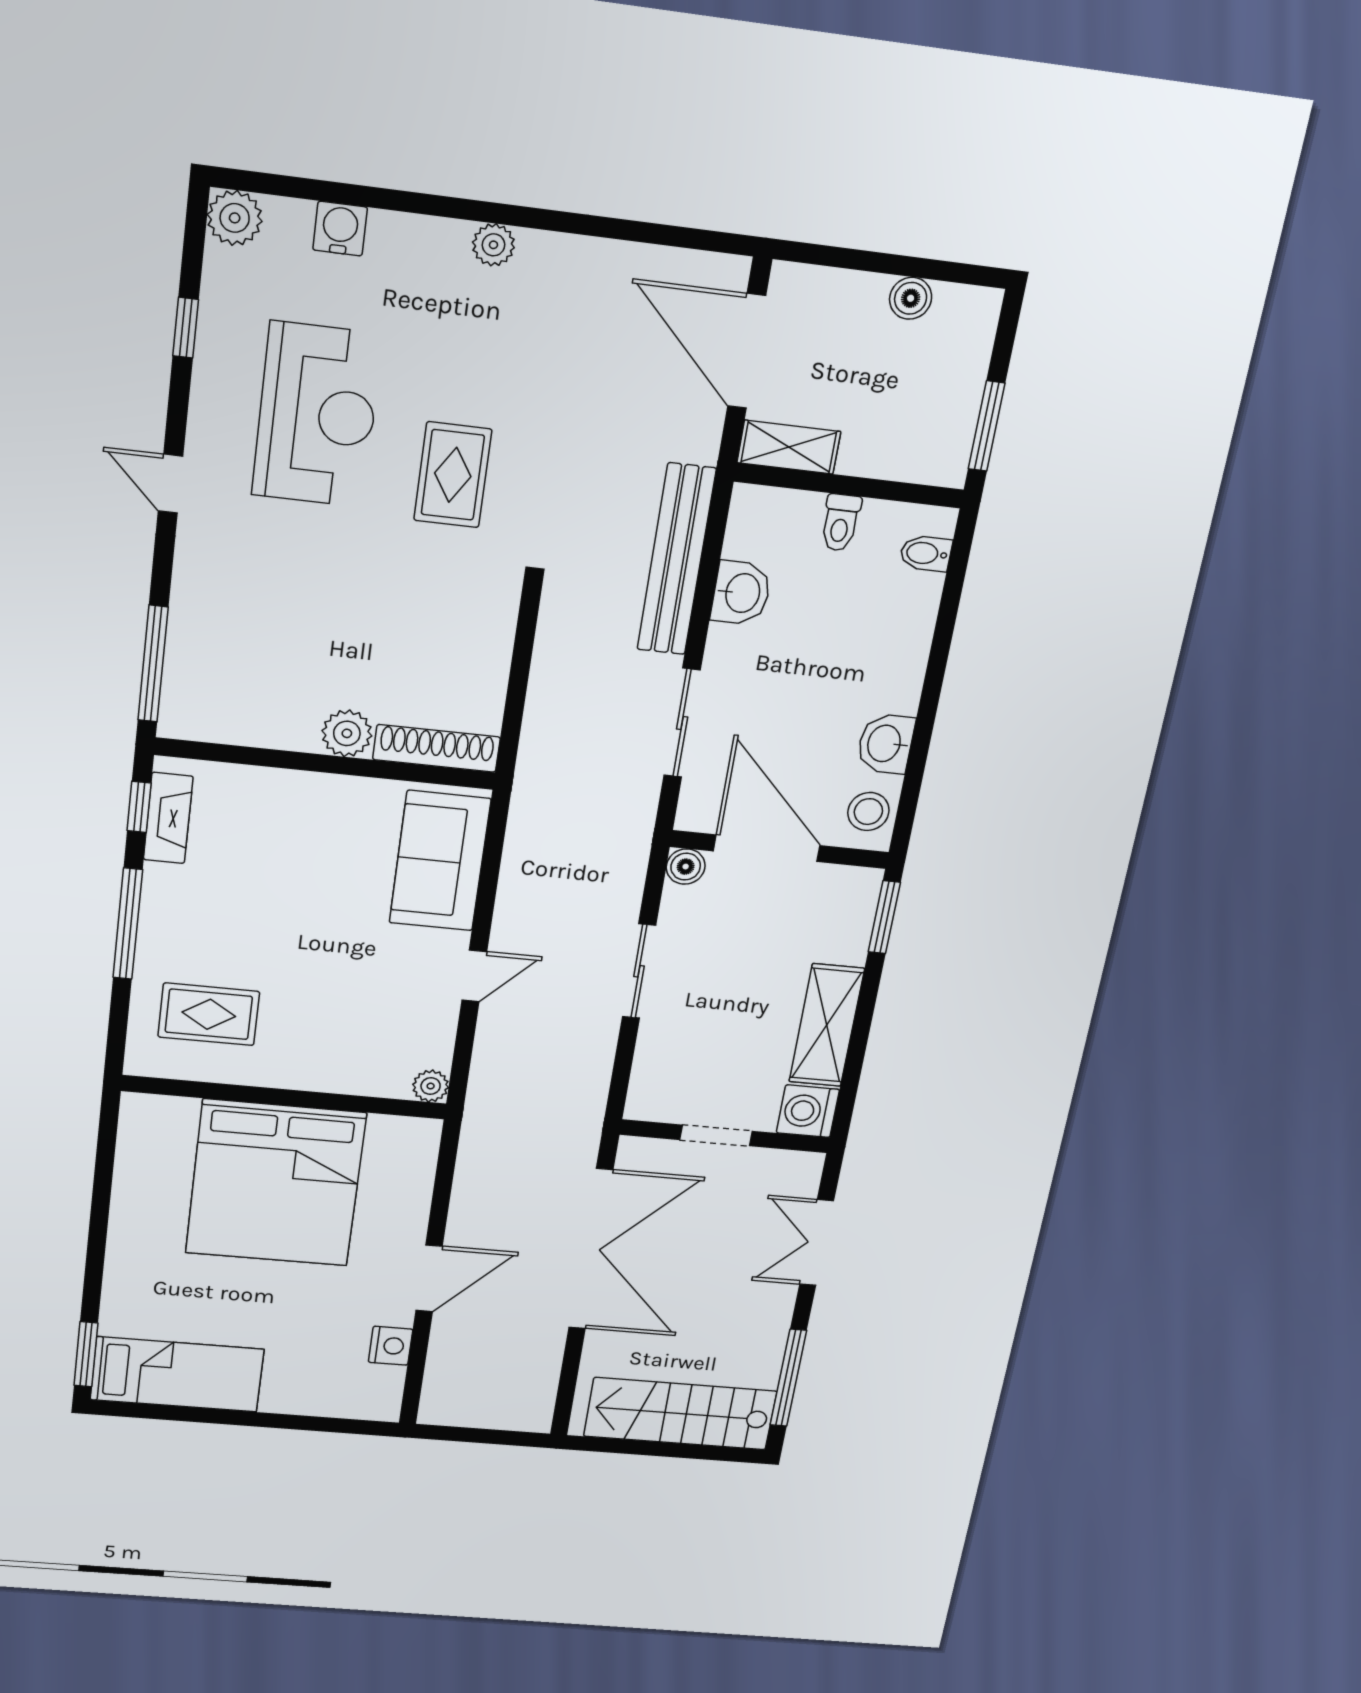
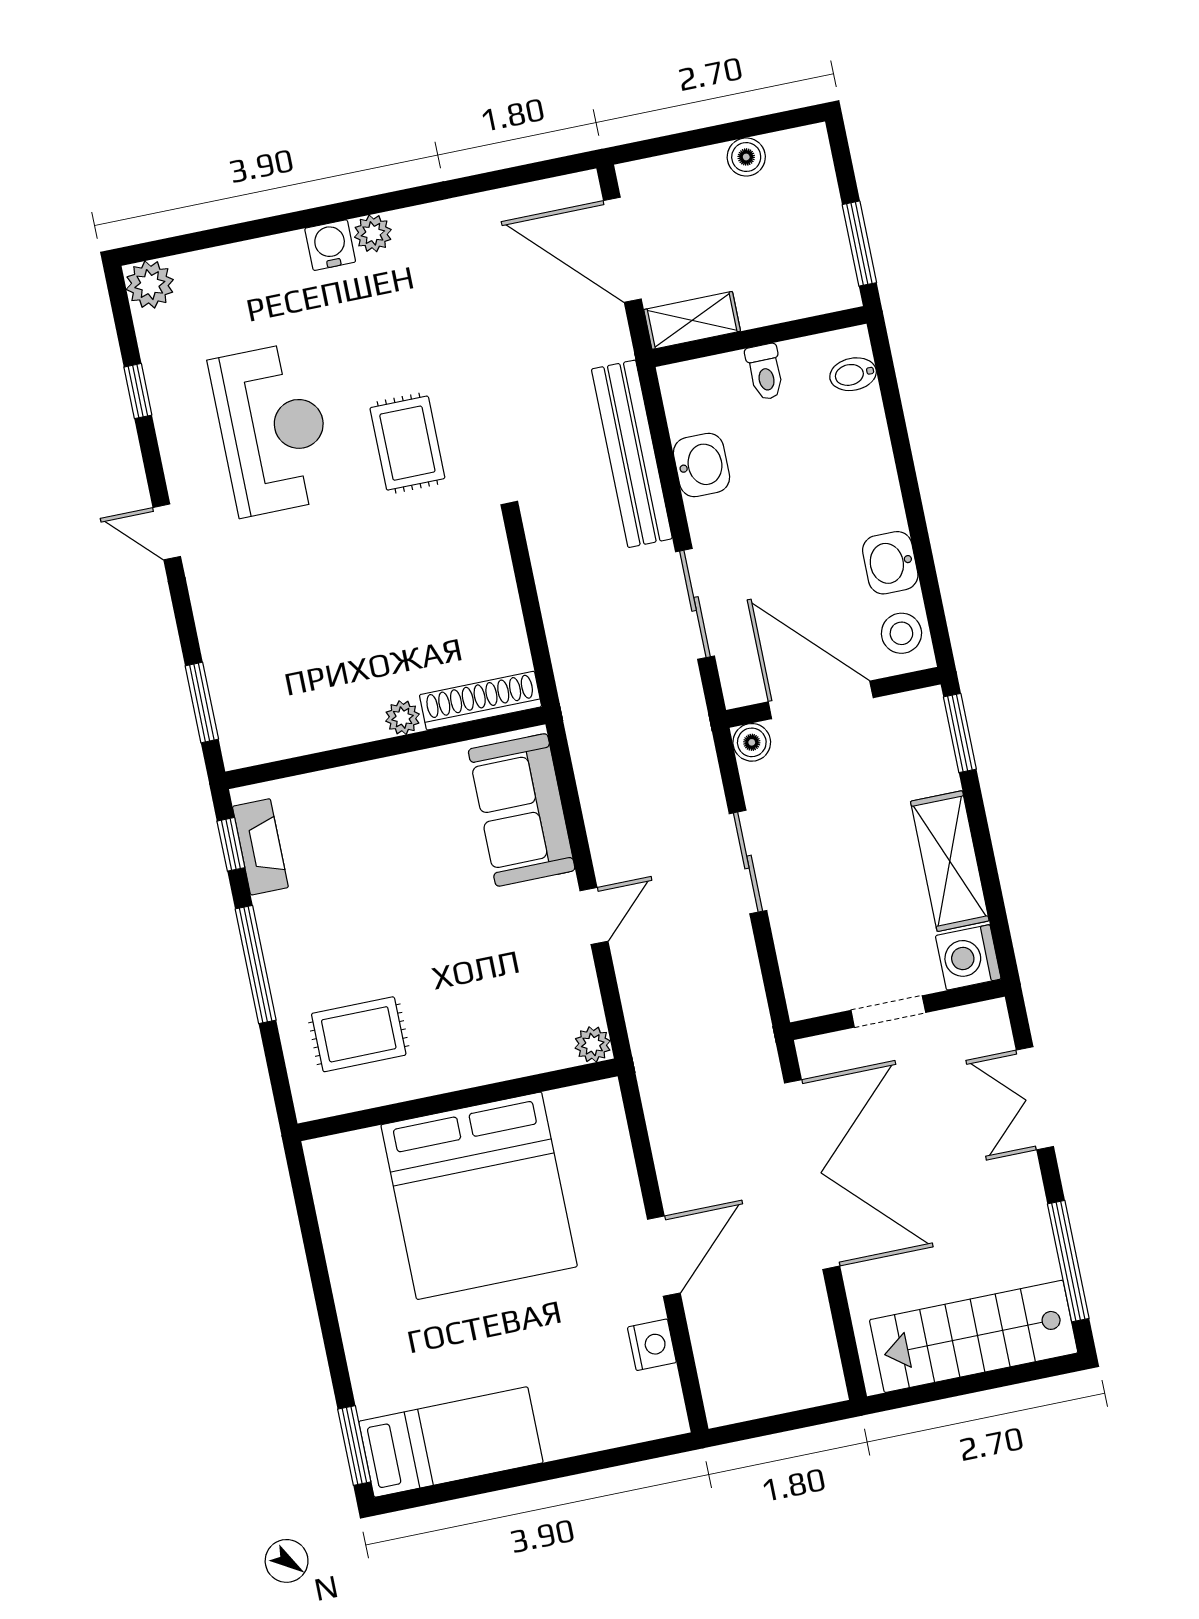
water cooler: (340, 229) -> (330, 245), moved
window: (153, 664) -> (202, 703), width x0.69
plant: (347, 733) -> (403, 718), width x0.73, depth x0.73

